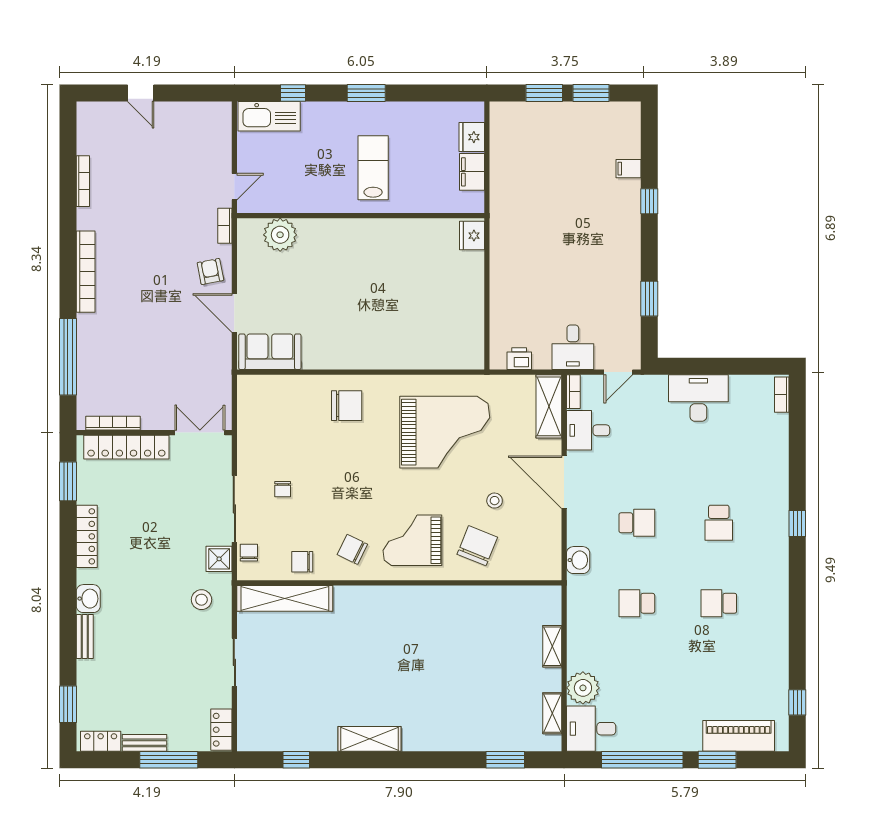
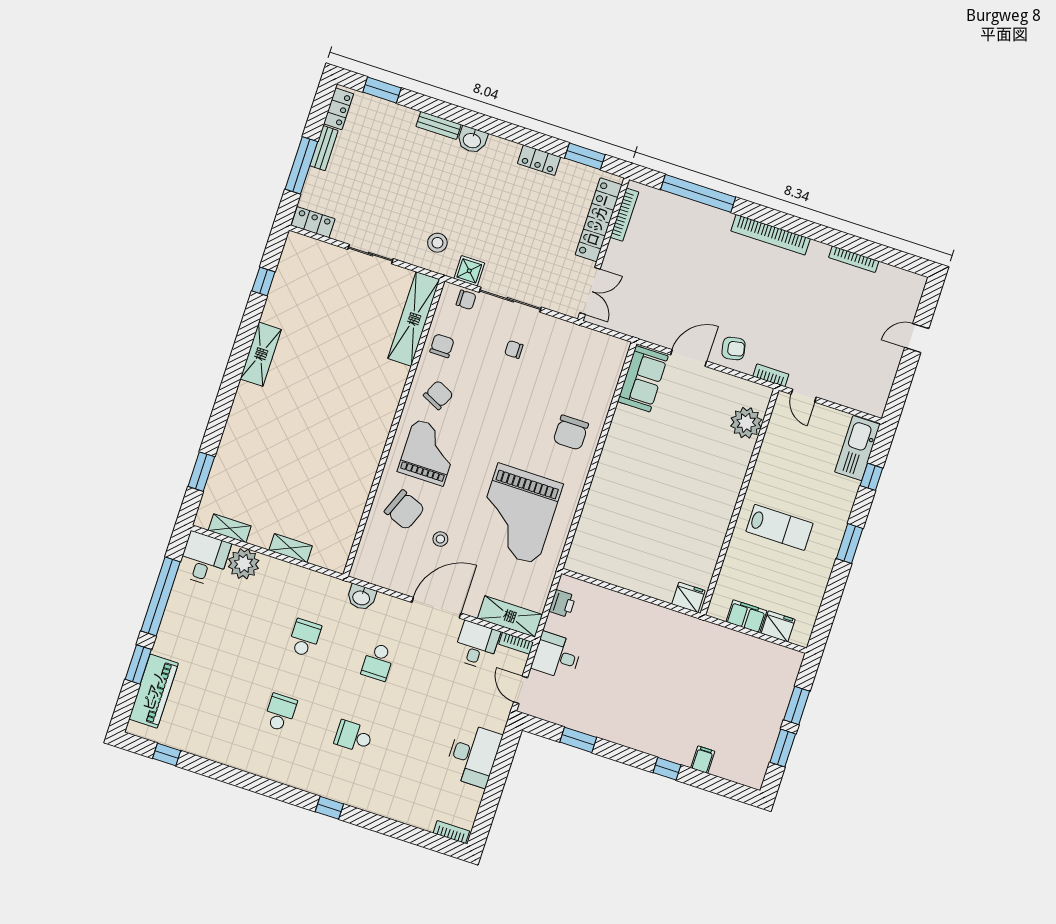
locker: (87, 536) -> (539, 160), width x0.66

